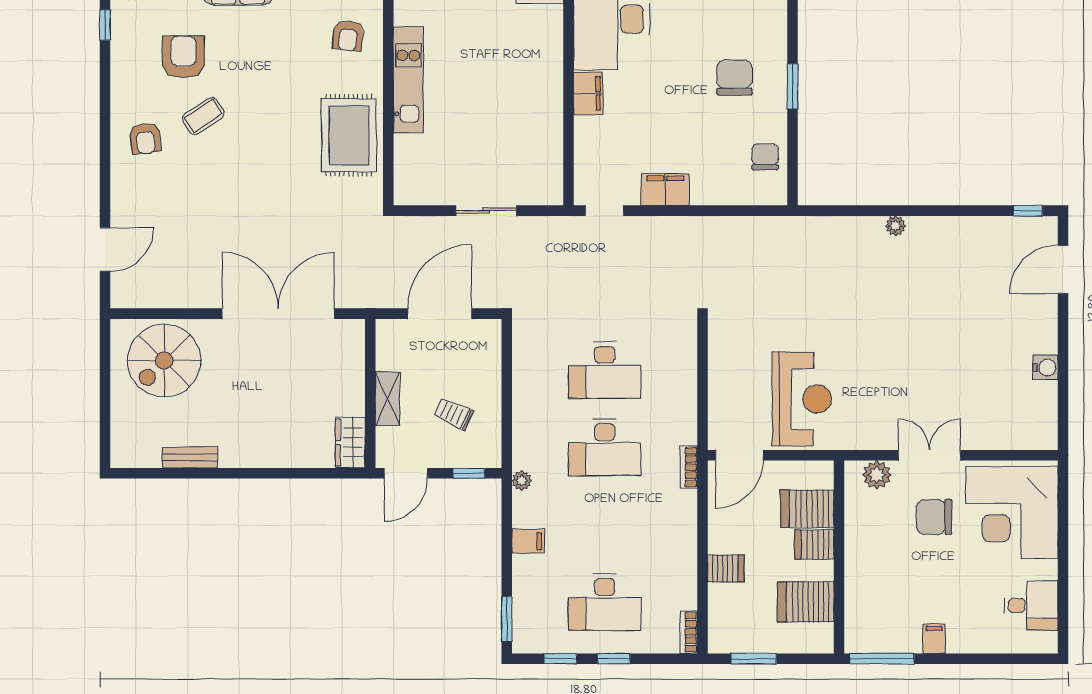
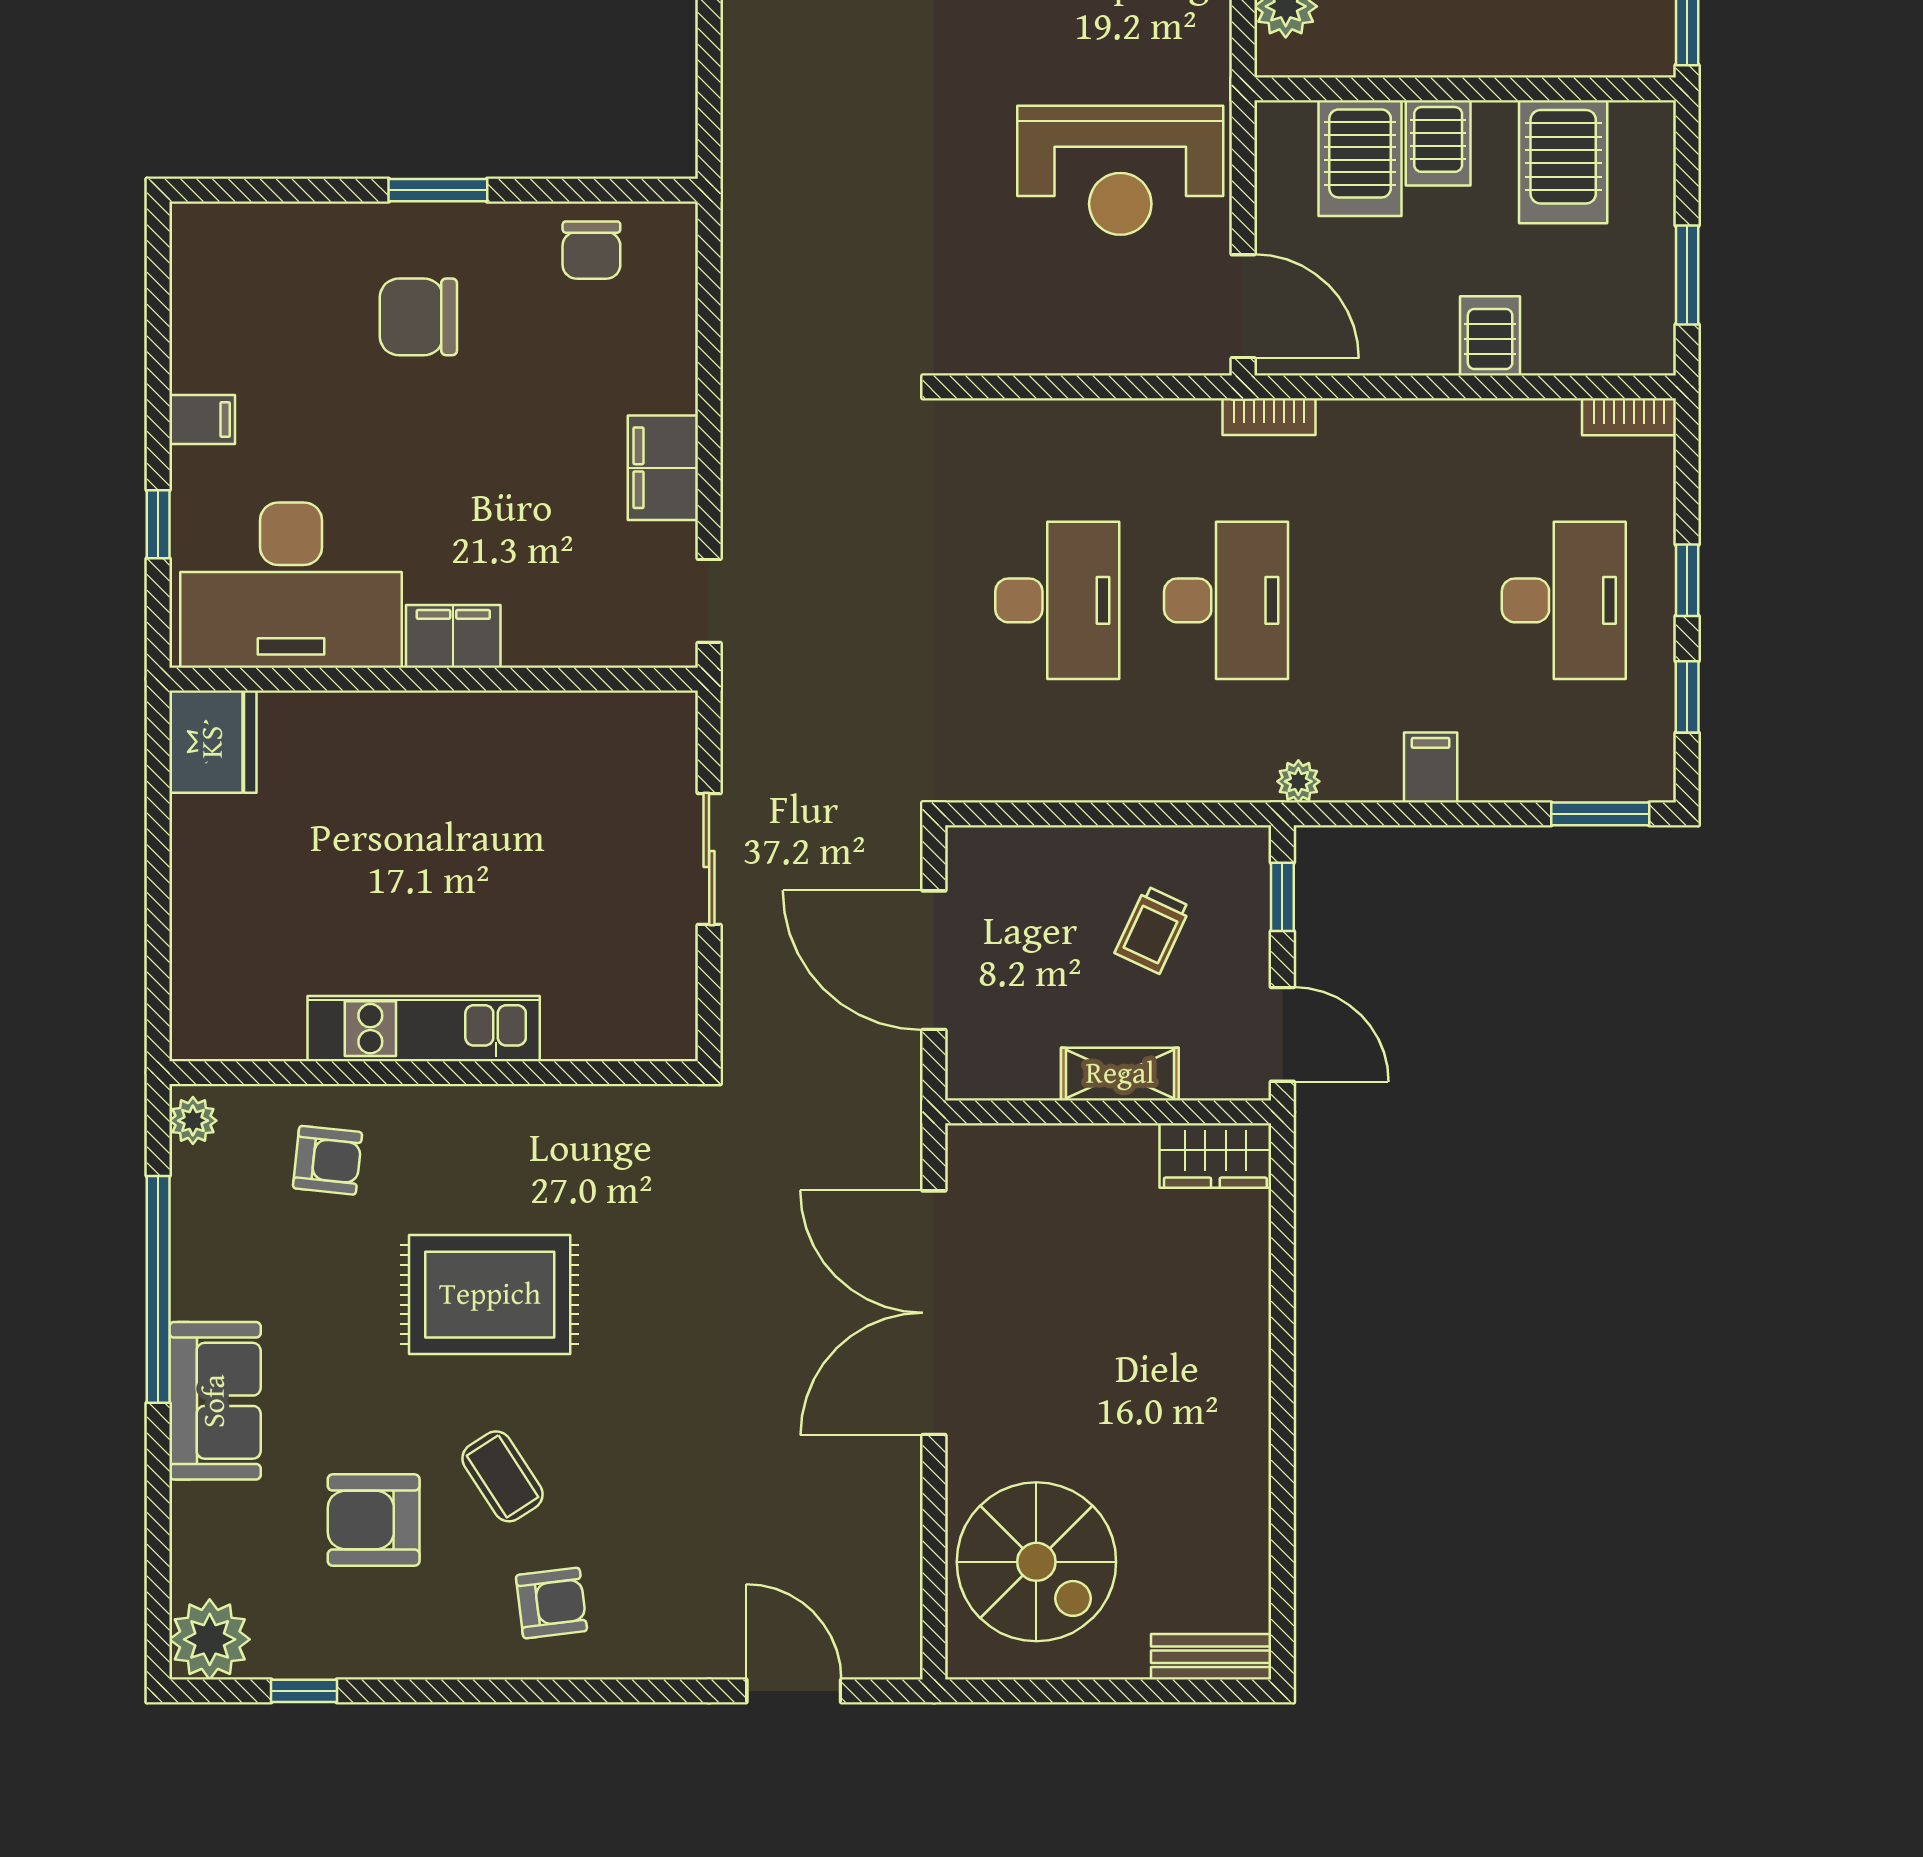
rug: (349, 135) -> (490, 1295), moved
chair: (765, 157) -> (591, 250), turned -90
reception desk: (802, 399) -> (1120, 170), turned 180
bench: (190, 458) -> (1211, 1657), moved, turned 90

